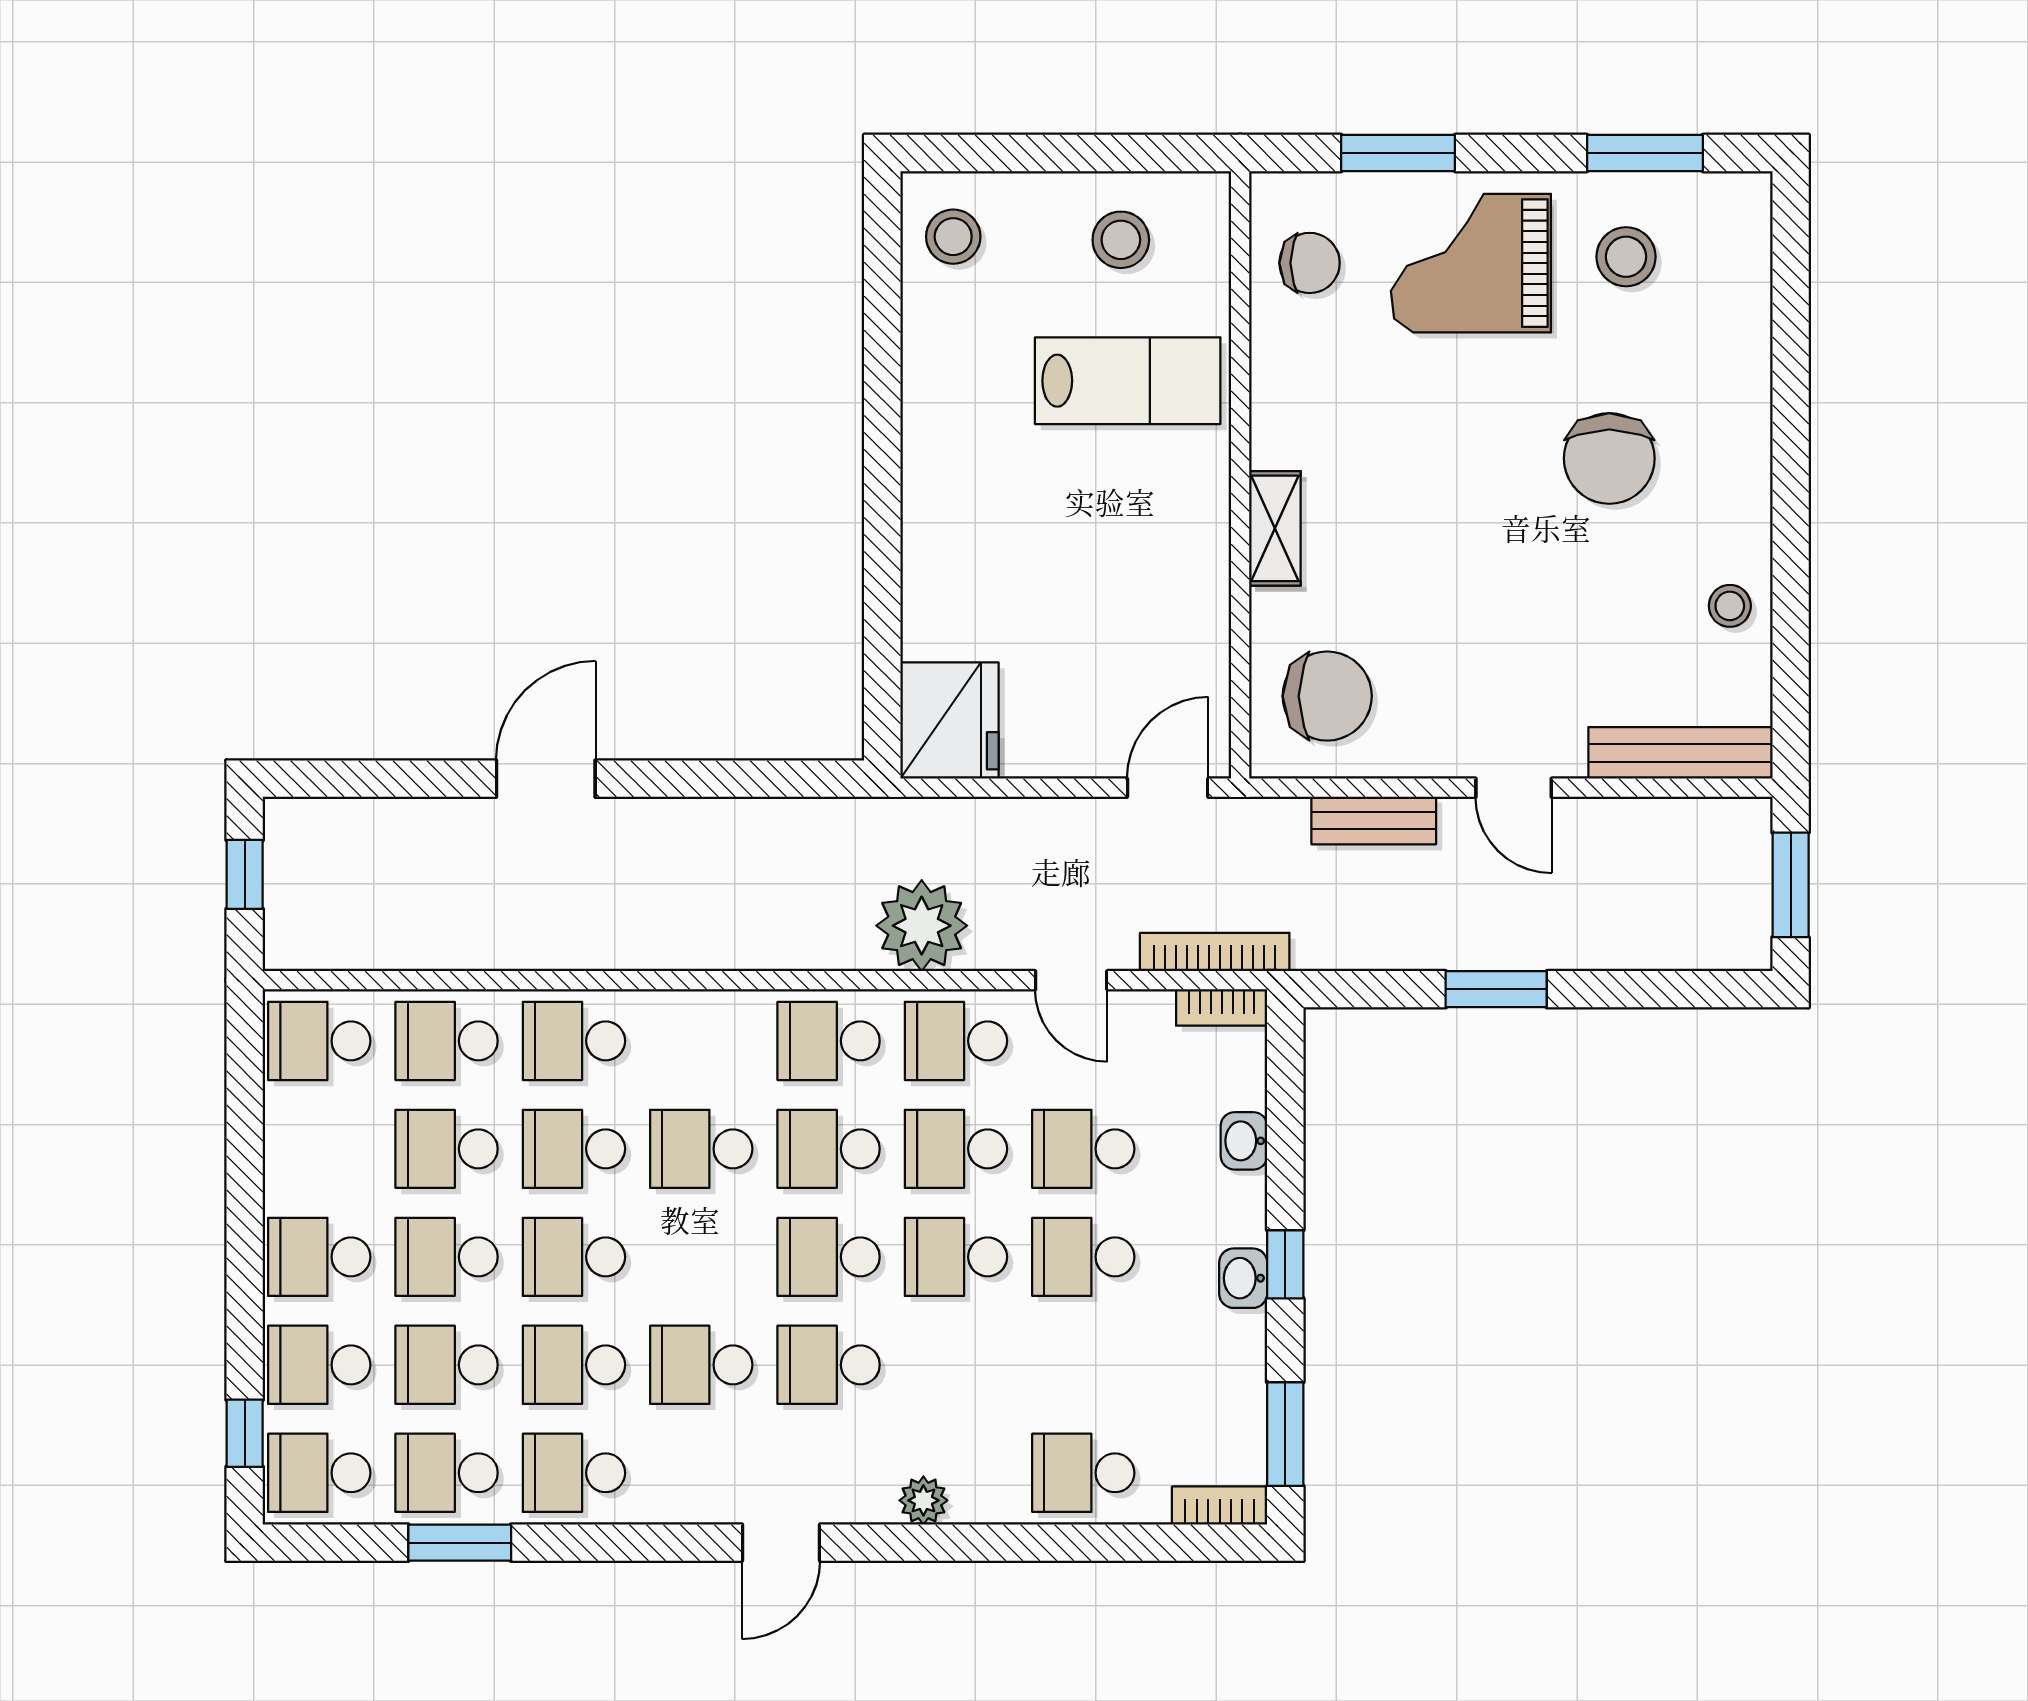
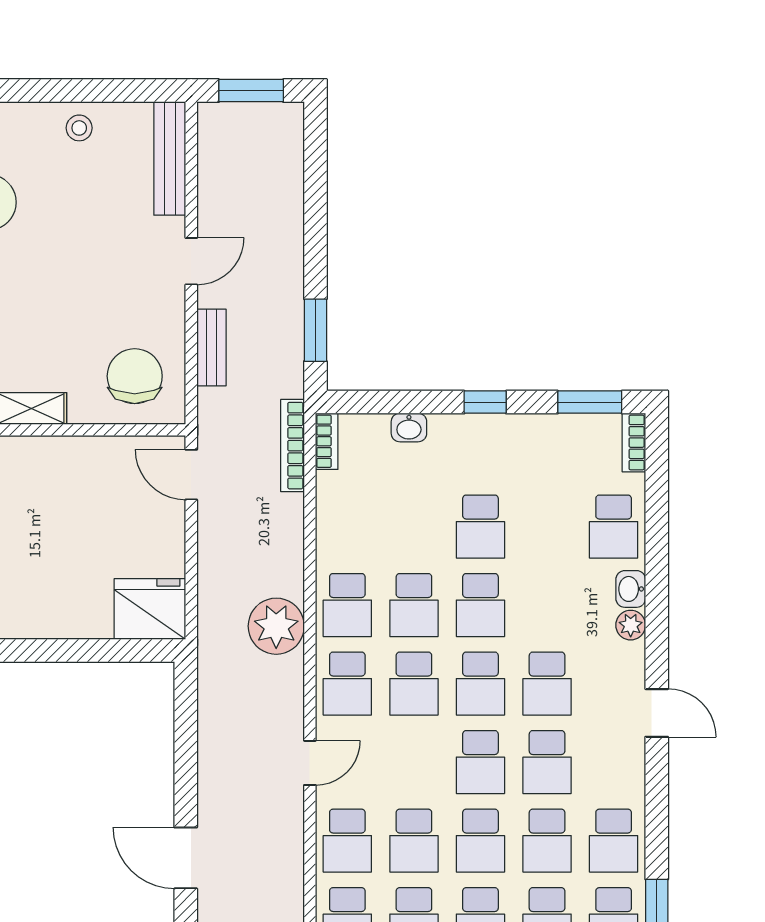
door: (1071, 980) -> (310, 763), moved
window: (1496, 989) -> (315, 330), moved
school desk: (701, 1149) -> (480, 762), moved
school desk: (1083, 1149) -> (414, 527), removed
washbasin: (1243, 1278) -> (631, 589), moved, turned 90

